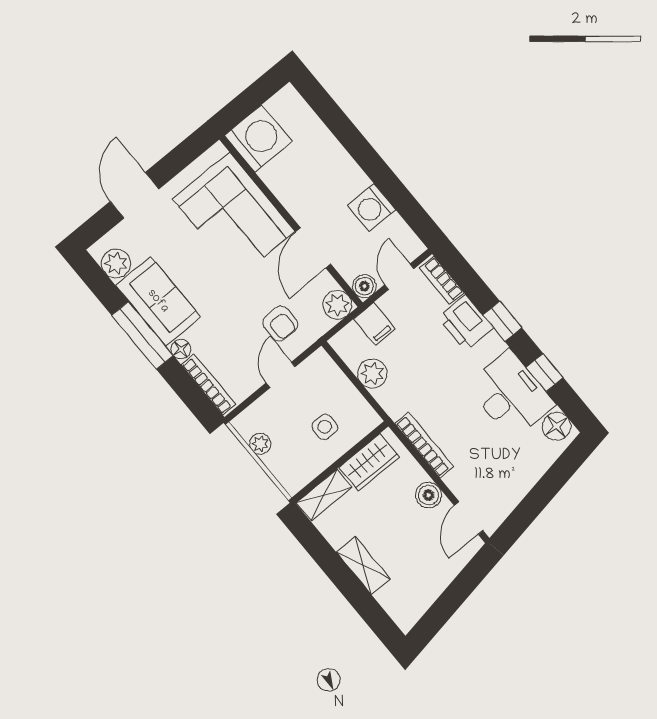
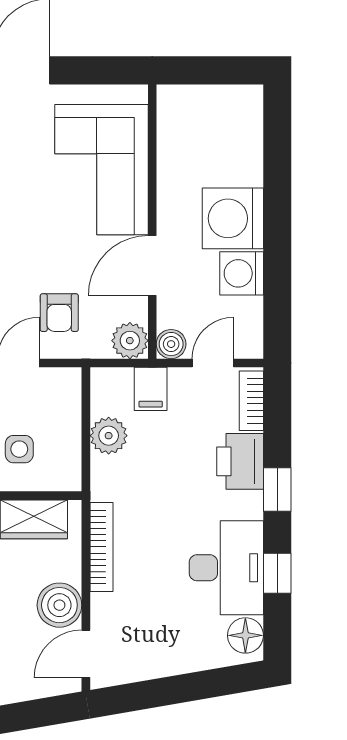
washing machine: (258, 139) -> (233, 218), moved, turned 180
boiler: (428, 495) -> (59, 605), width x1.36, depth x1.36

